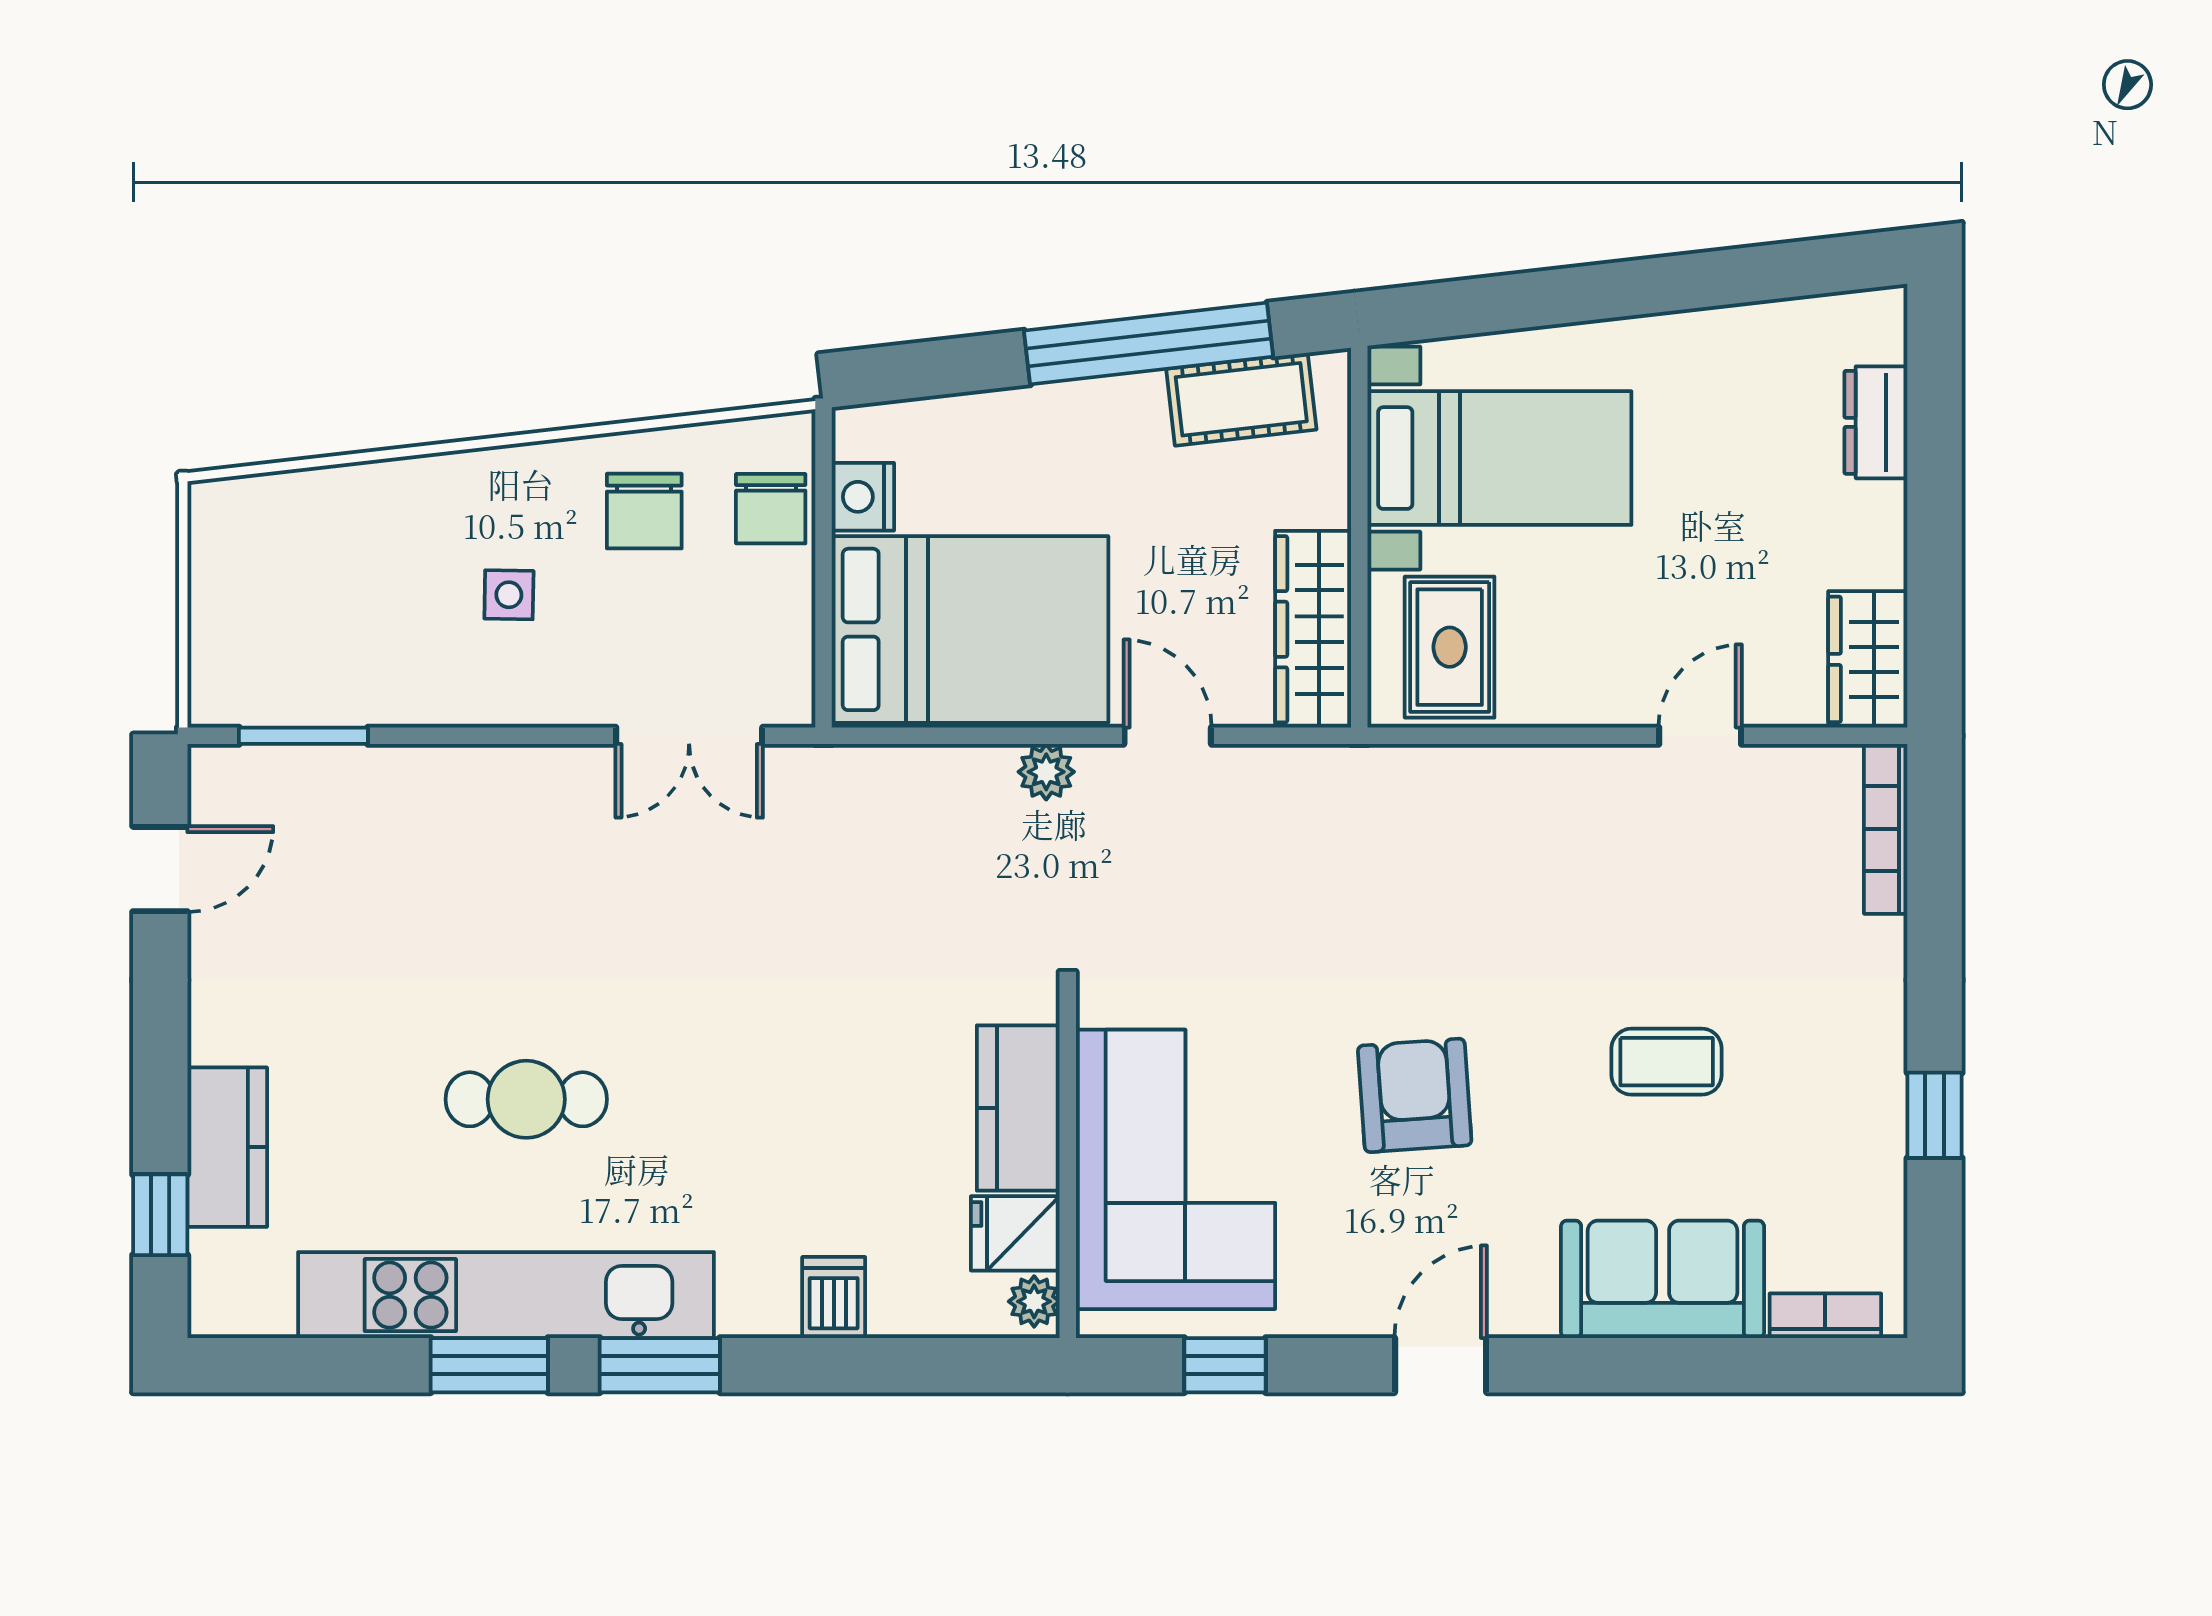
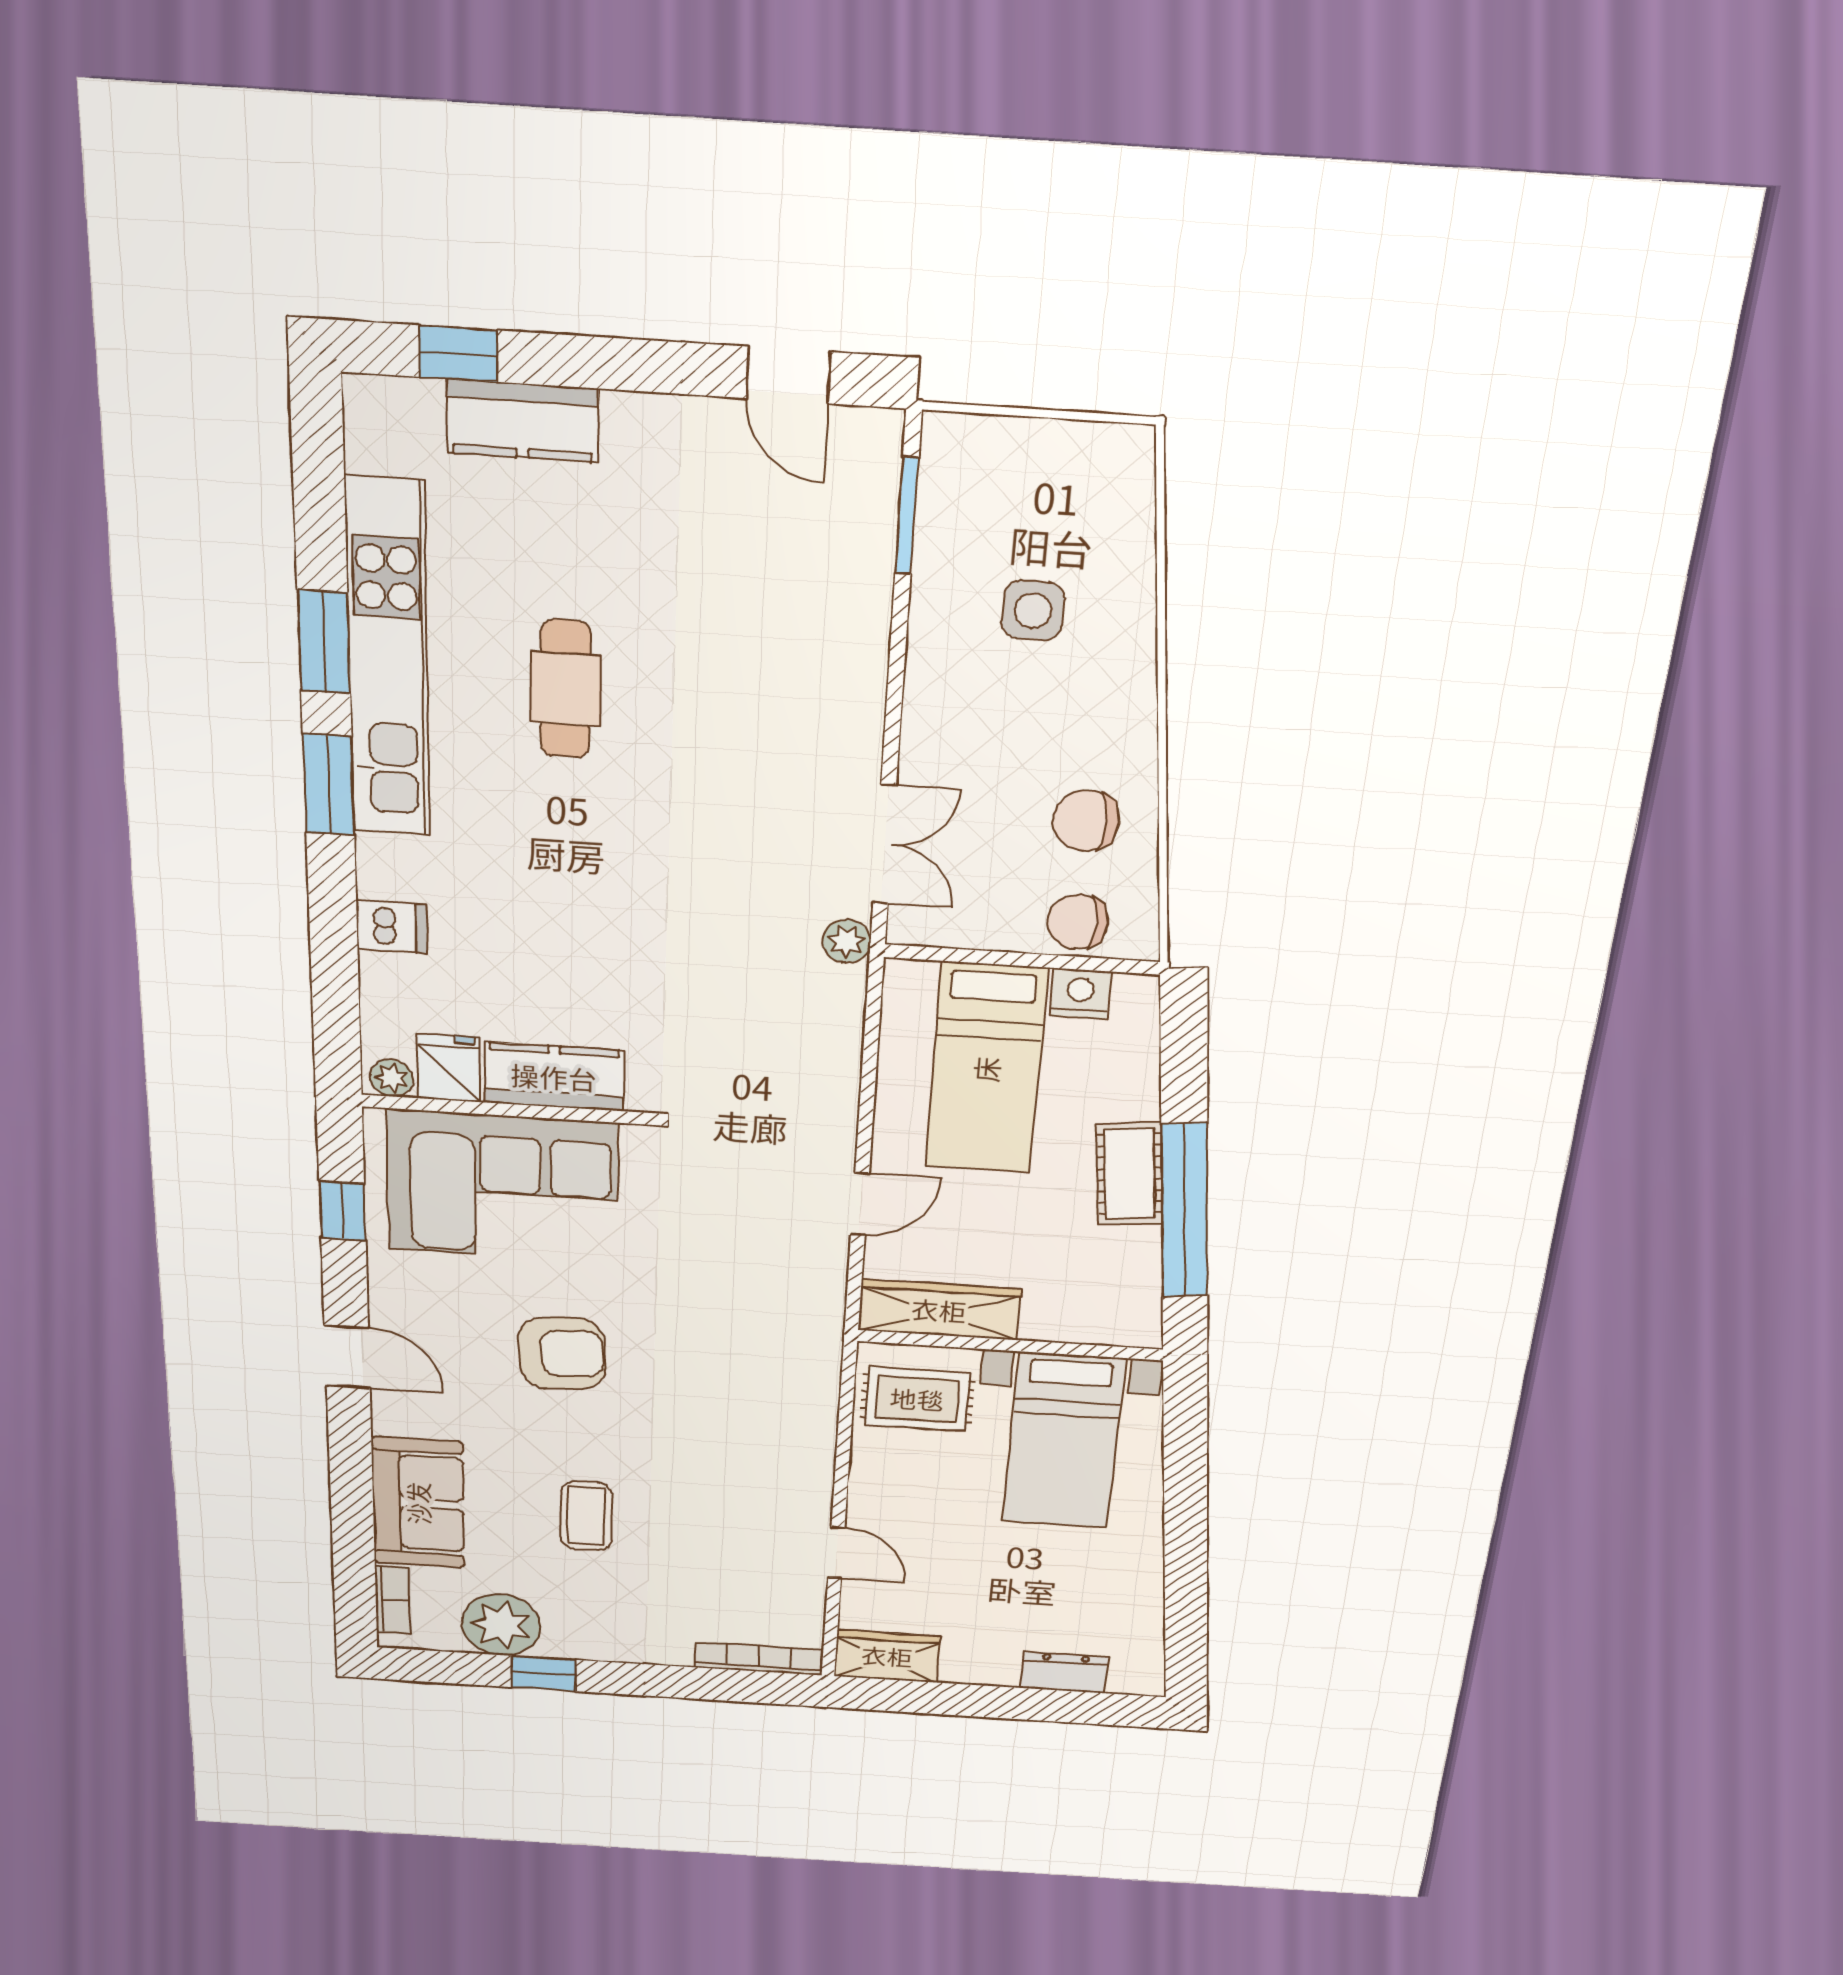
cot: (1241, 399) -> (1129, 1174), moved
side table: (509, 595) -> (1033, 611), moved, width x1.37, depth x1.37
bed: (970, 629) -> (986, 1069), width x0.67
double door: (689, 736) -> (884, 844), swing flipped
plant: (1046, 772) -> (847, 941), moved
plant: (1855, 1172) -> (501, 1625), added

